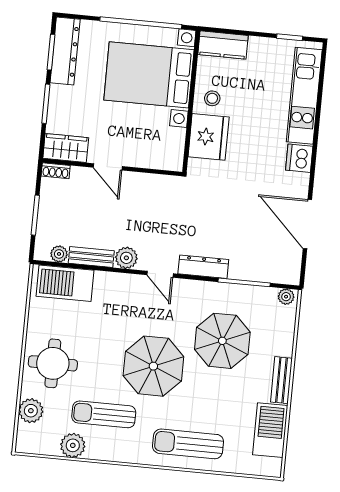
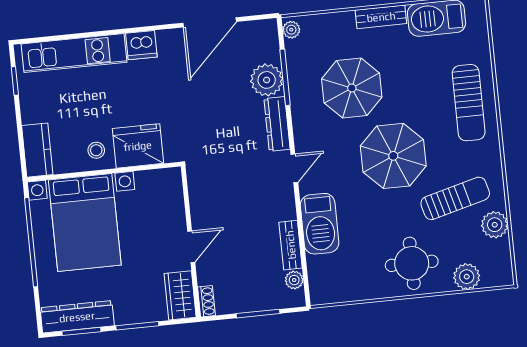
plant: (126, 258) -> (267, 80), moved, width x1.36, depth x1.36
barbecue: (65, 283) -> (320, 224), moved
sun lounger: (104, 414) -> (455, 198), turned -105

